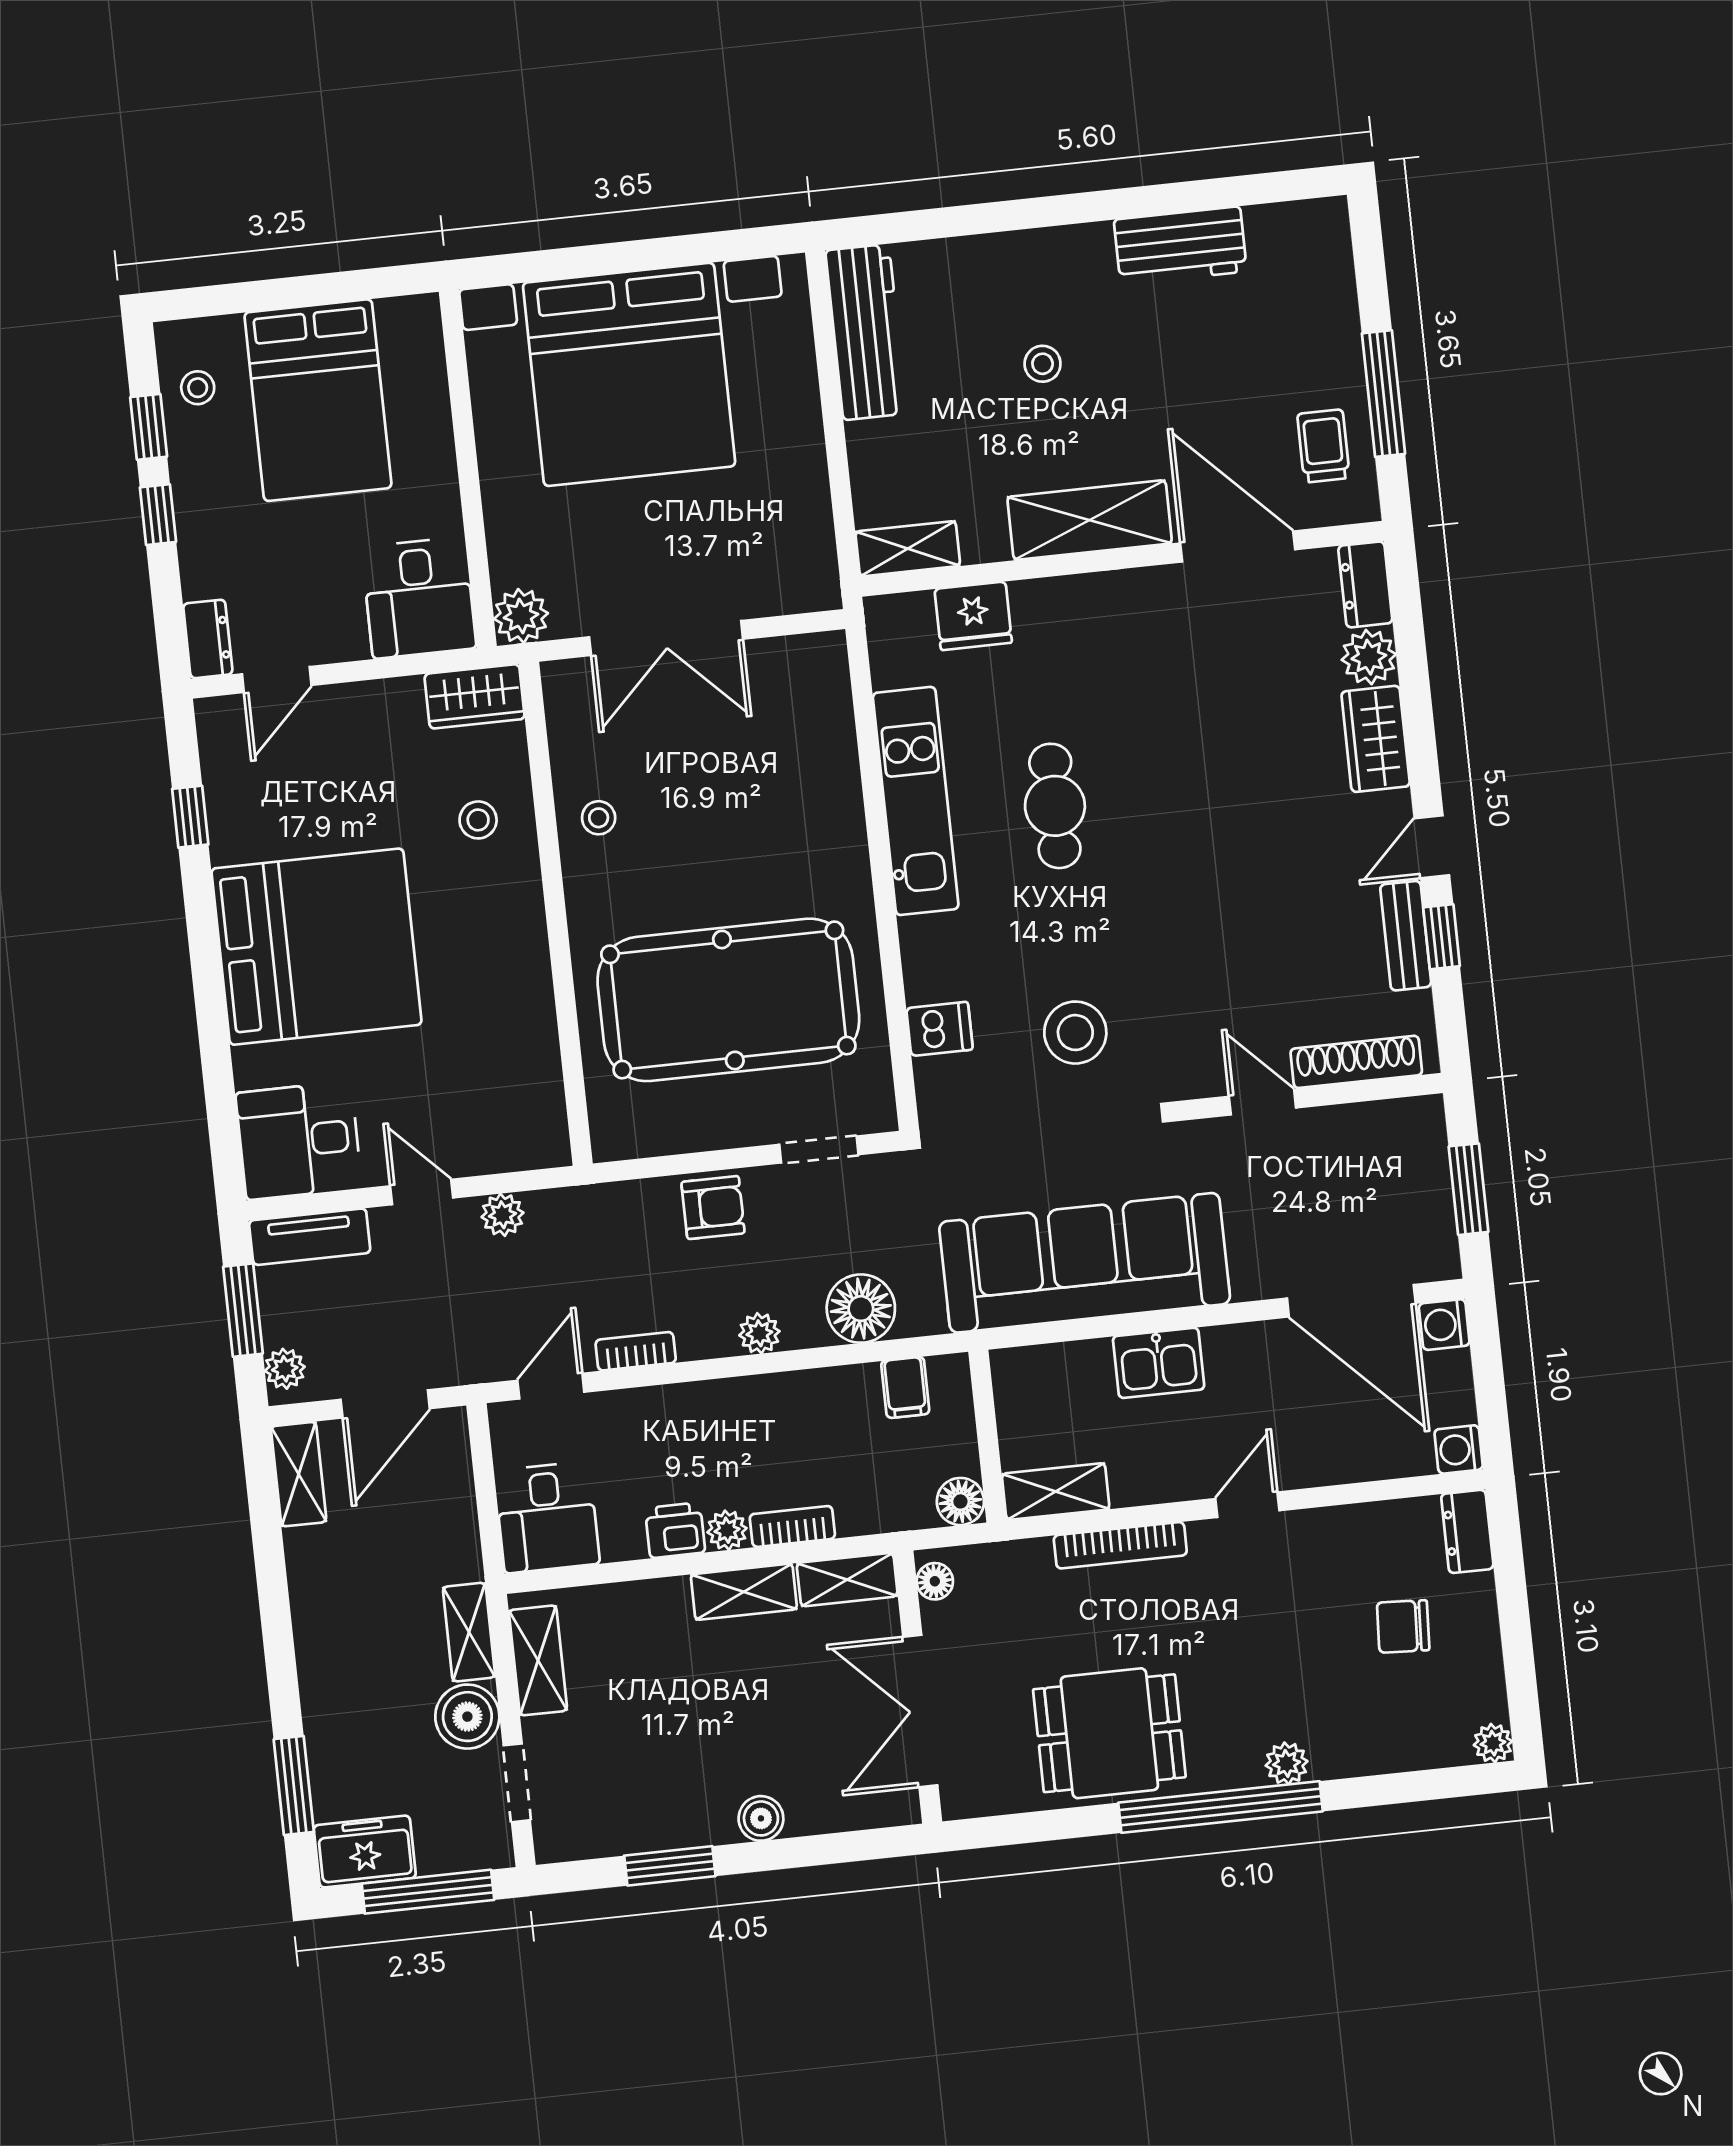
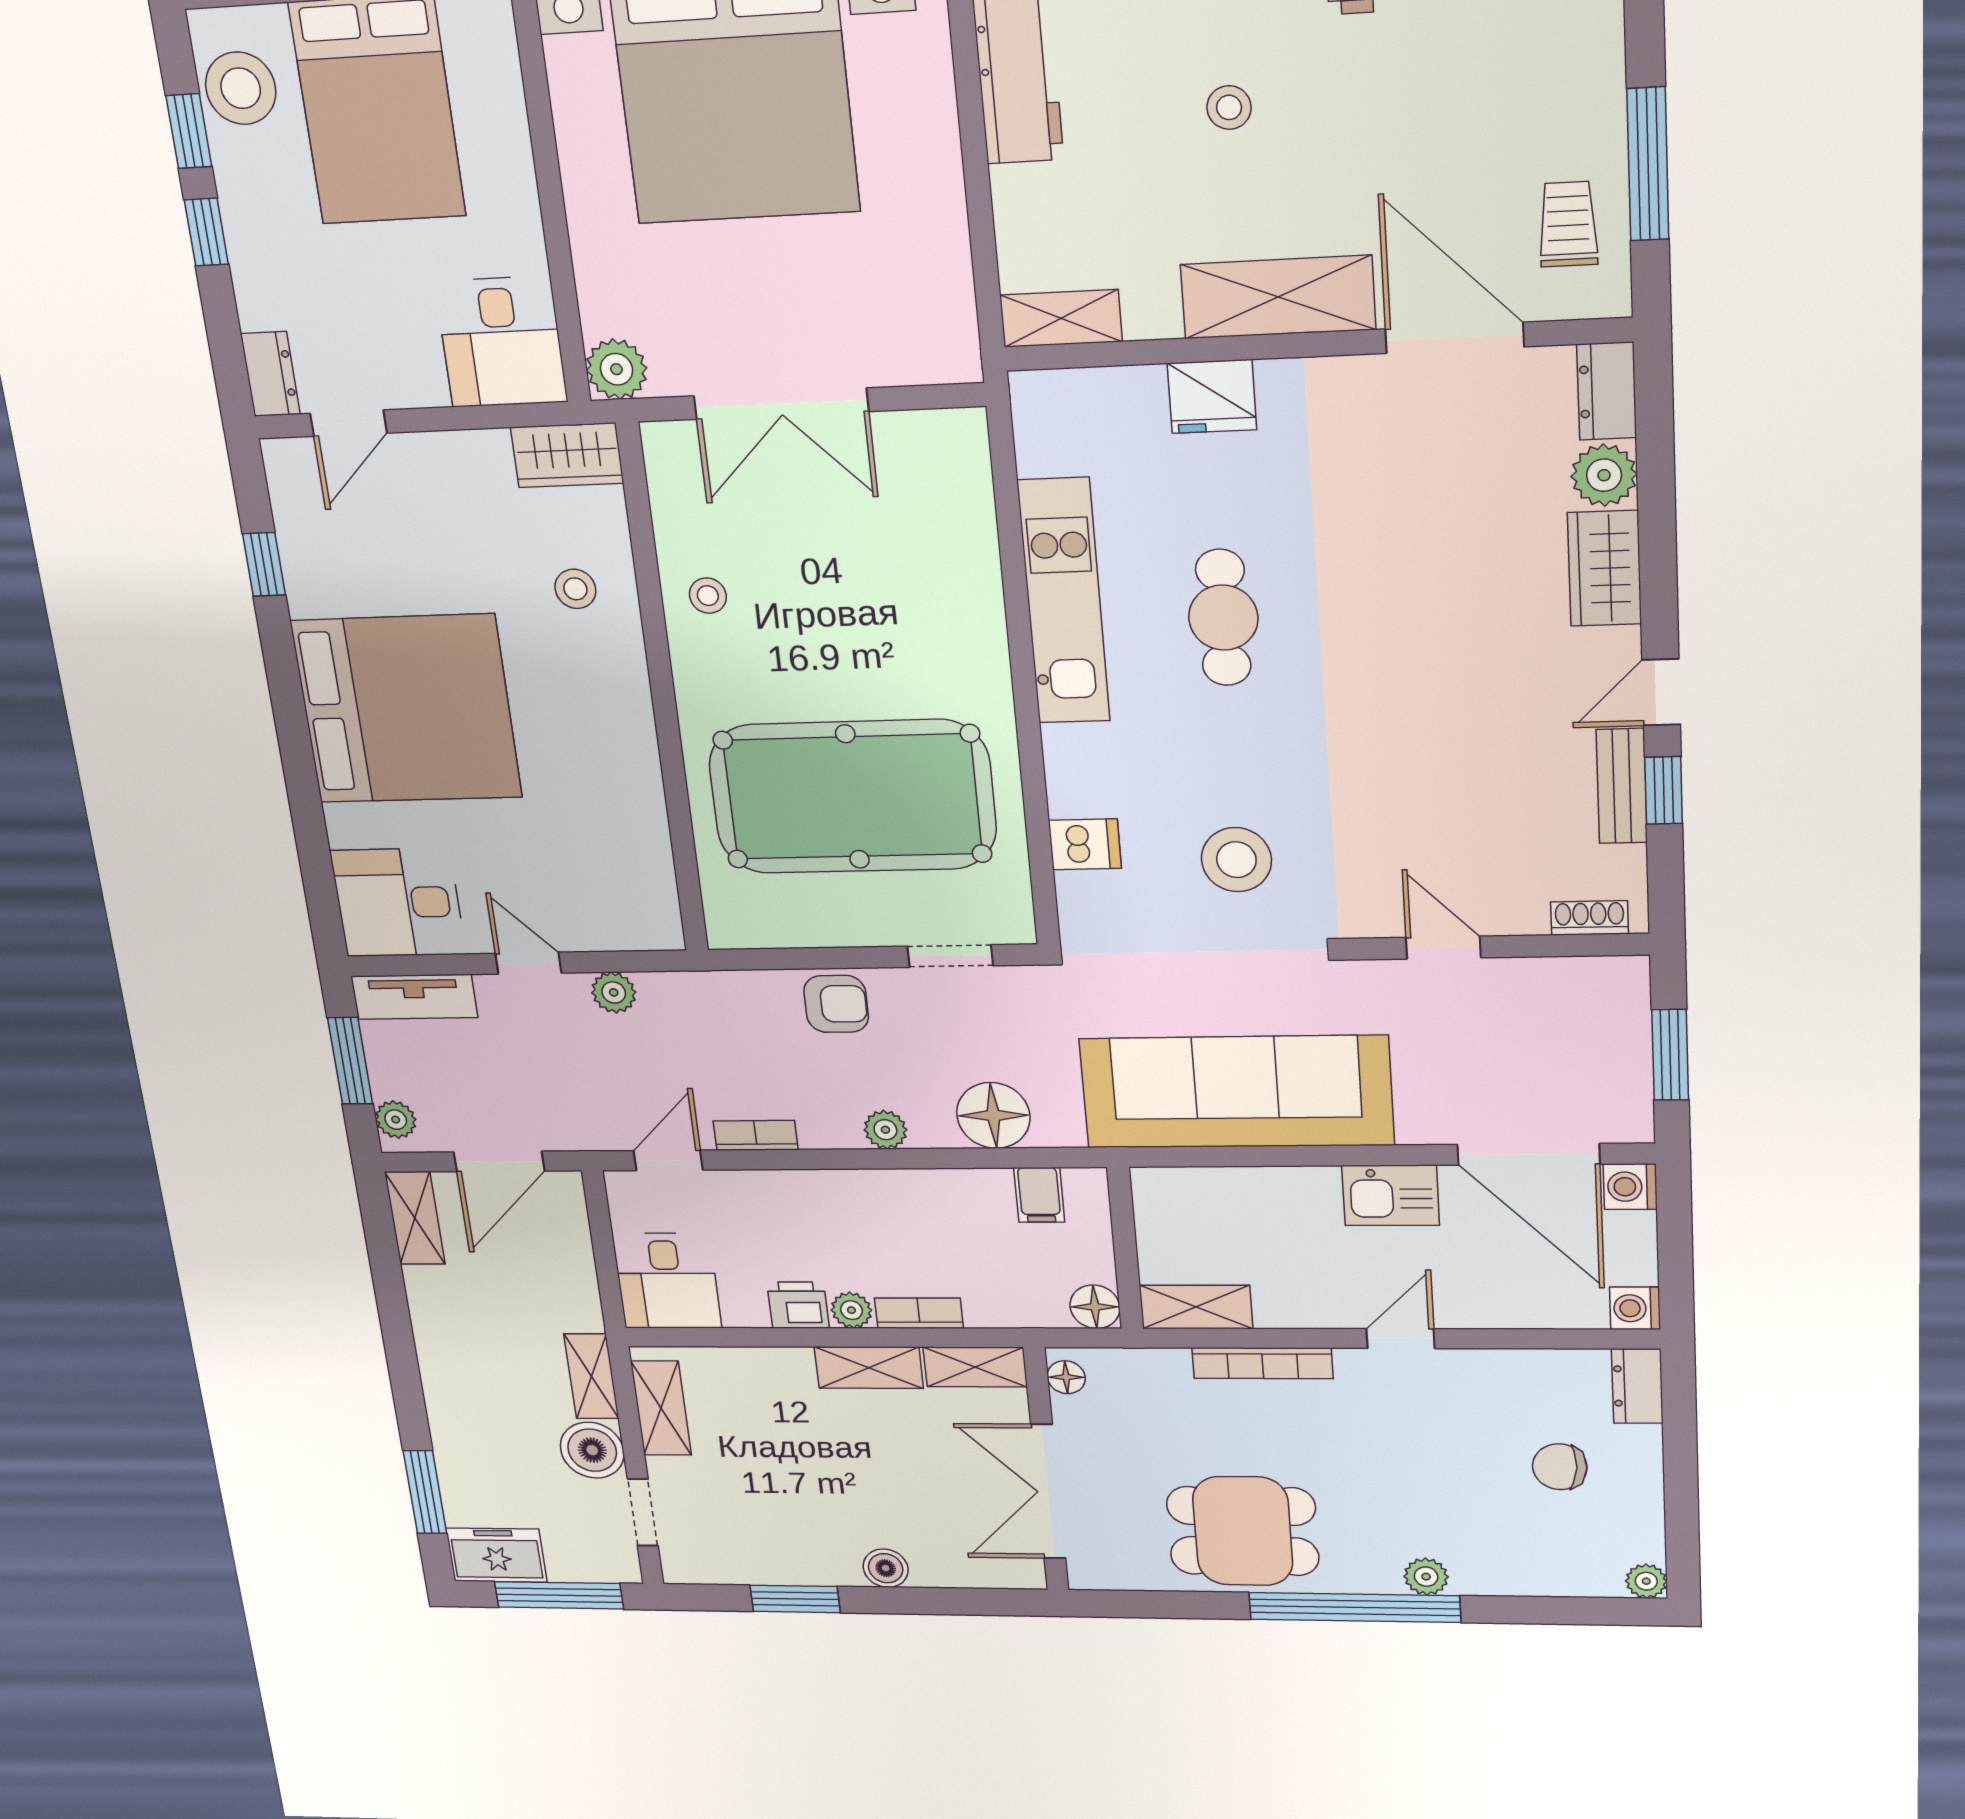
stool: (198, 388) -> (241, 88), width x1.89, depth x1.89
fridge: (973, 616) -> (1212, 396), moved
shoe rack: (1356, 1062) -> (1590, 918), width x0.51, depth x0.81
kitchen sink: (1159, 1363) -> (1391, 1195), moved

